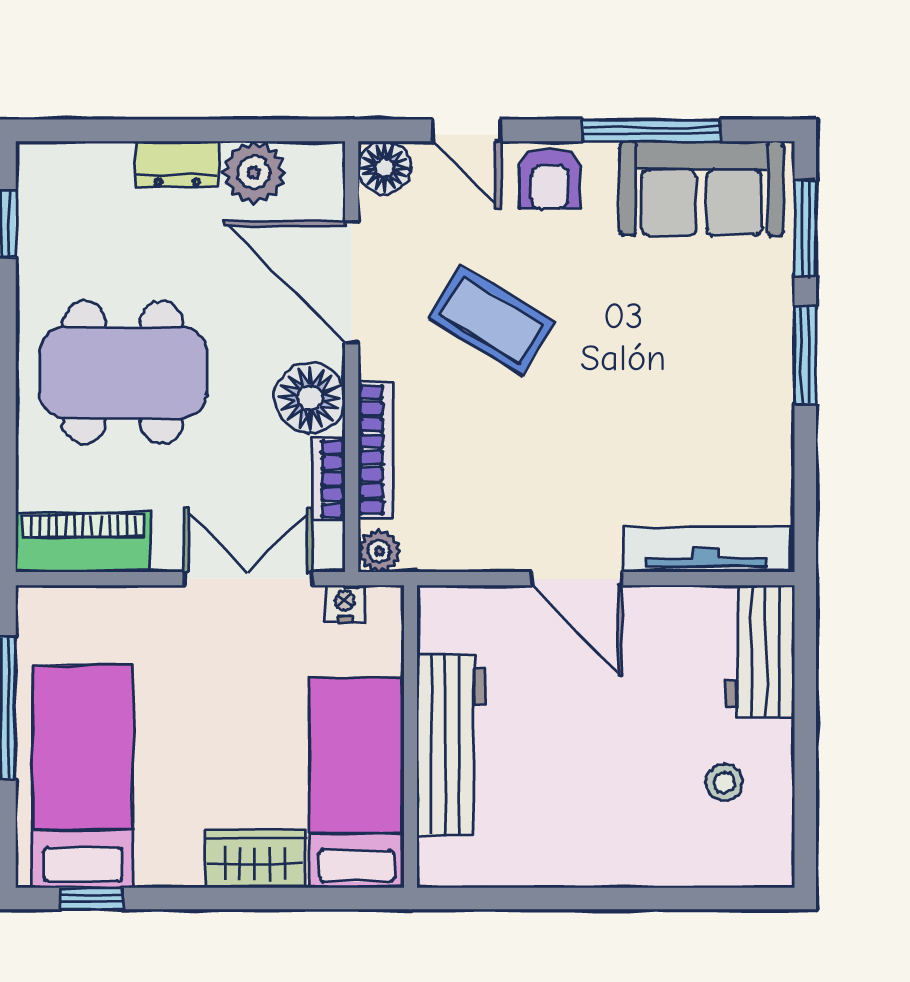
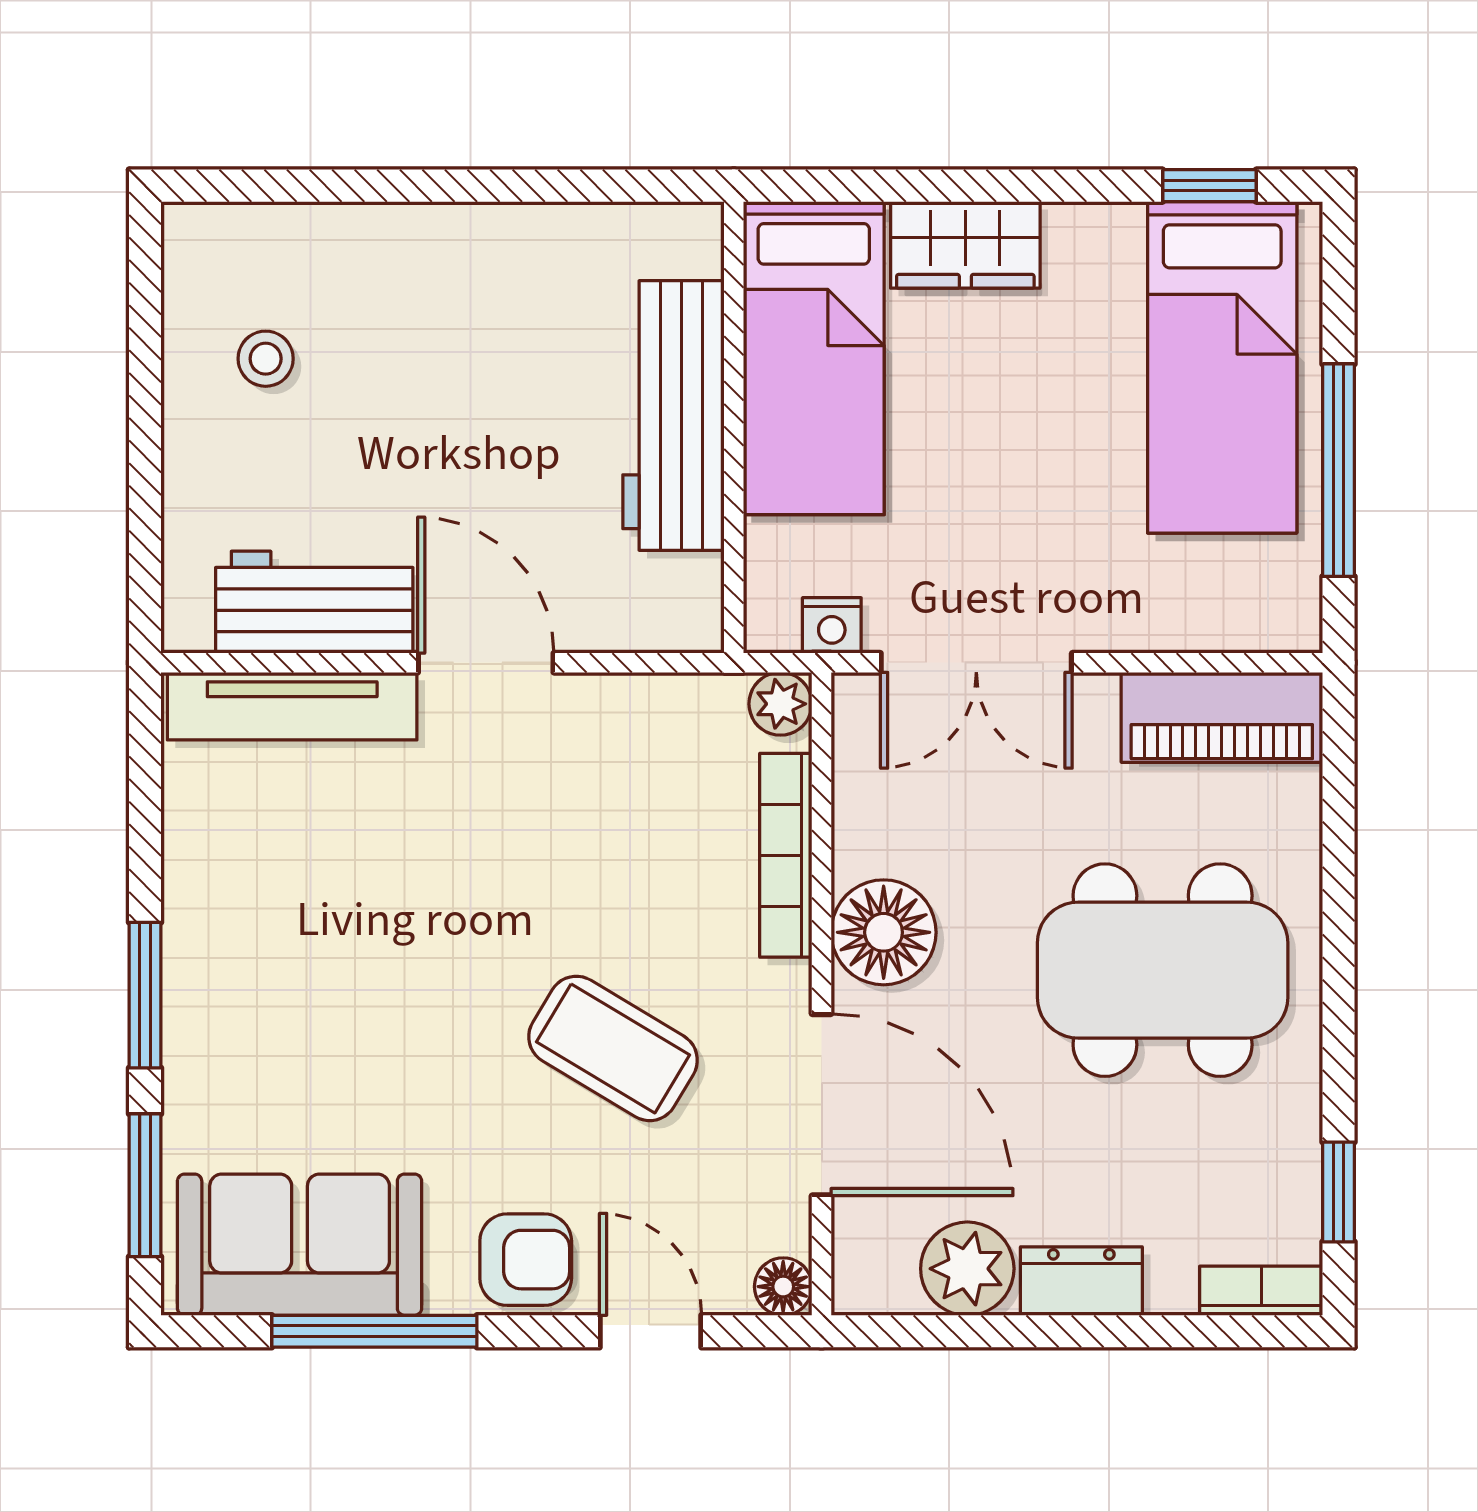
floor lamp: (384, 167) -> (783, 1287), width x0.73, depth x0.73
armchair: (550, 178) -> (526, 1260), turned 90
bookcase: (329, 479) -> (1261, 1291), moved, turned -90
workbench: (760, 651) -> (314, 602), moved, turned -90

